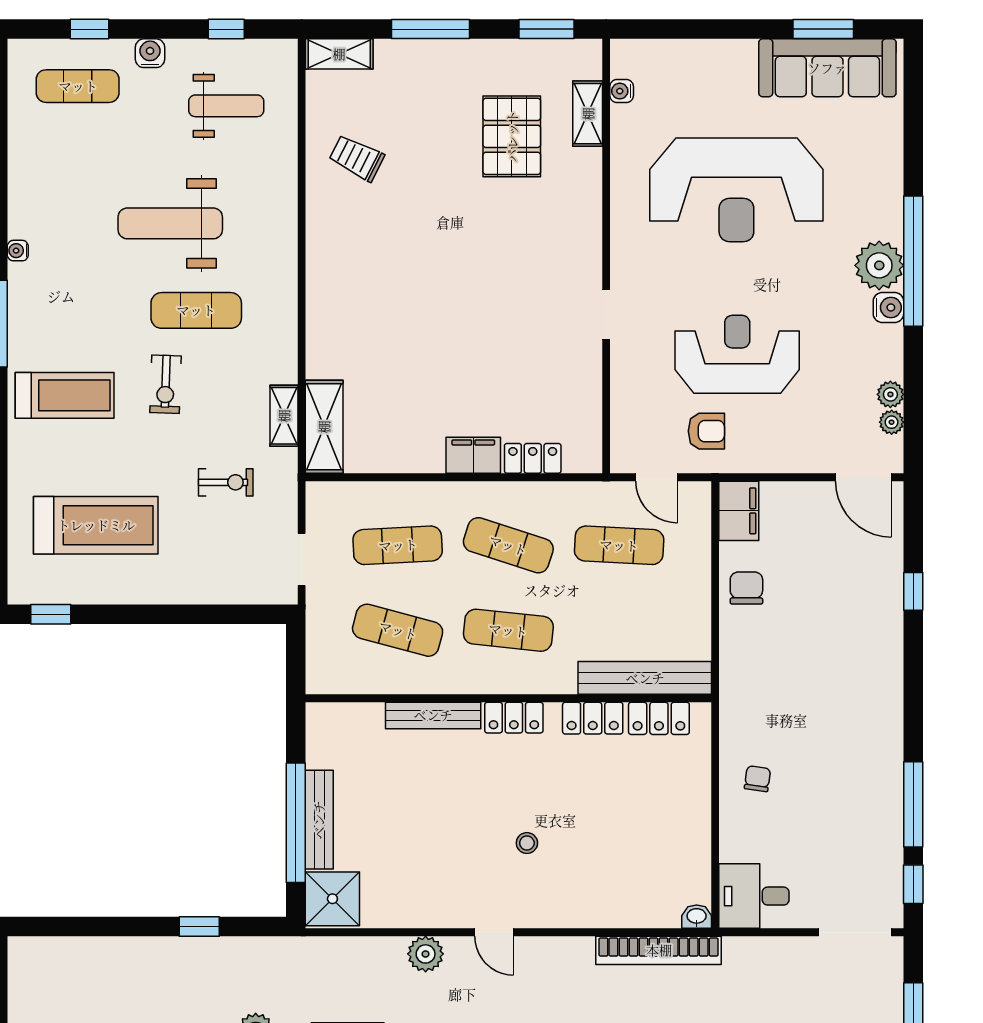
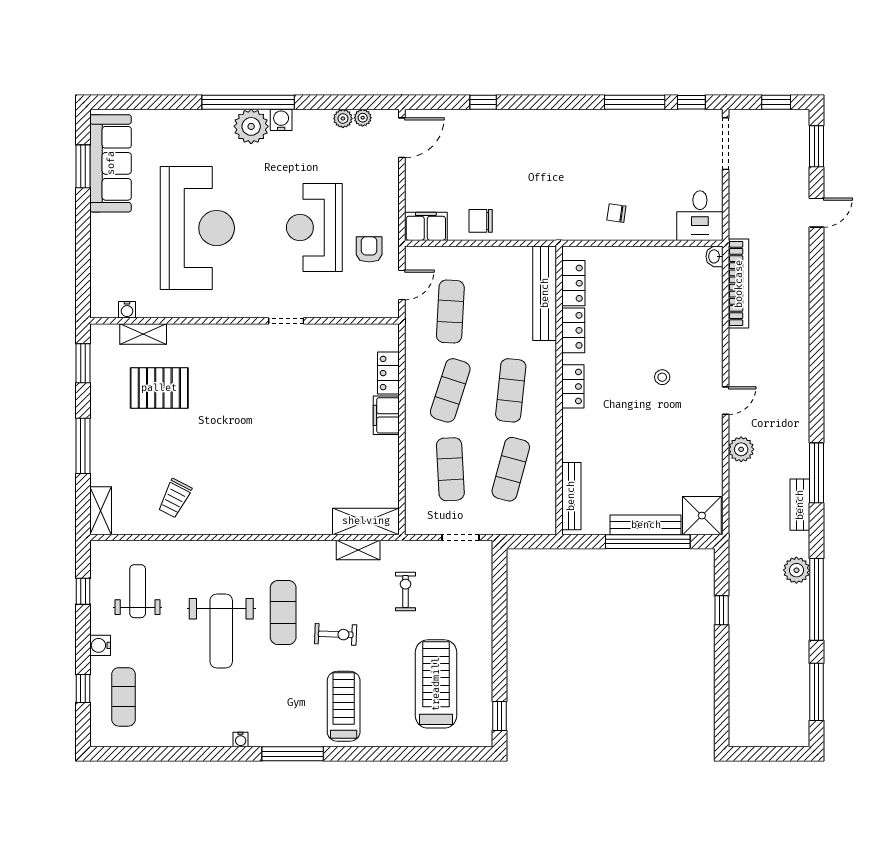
bench: (433, 715) -> (571, 496), moved

